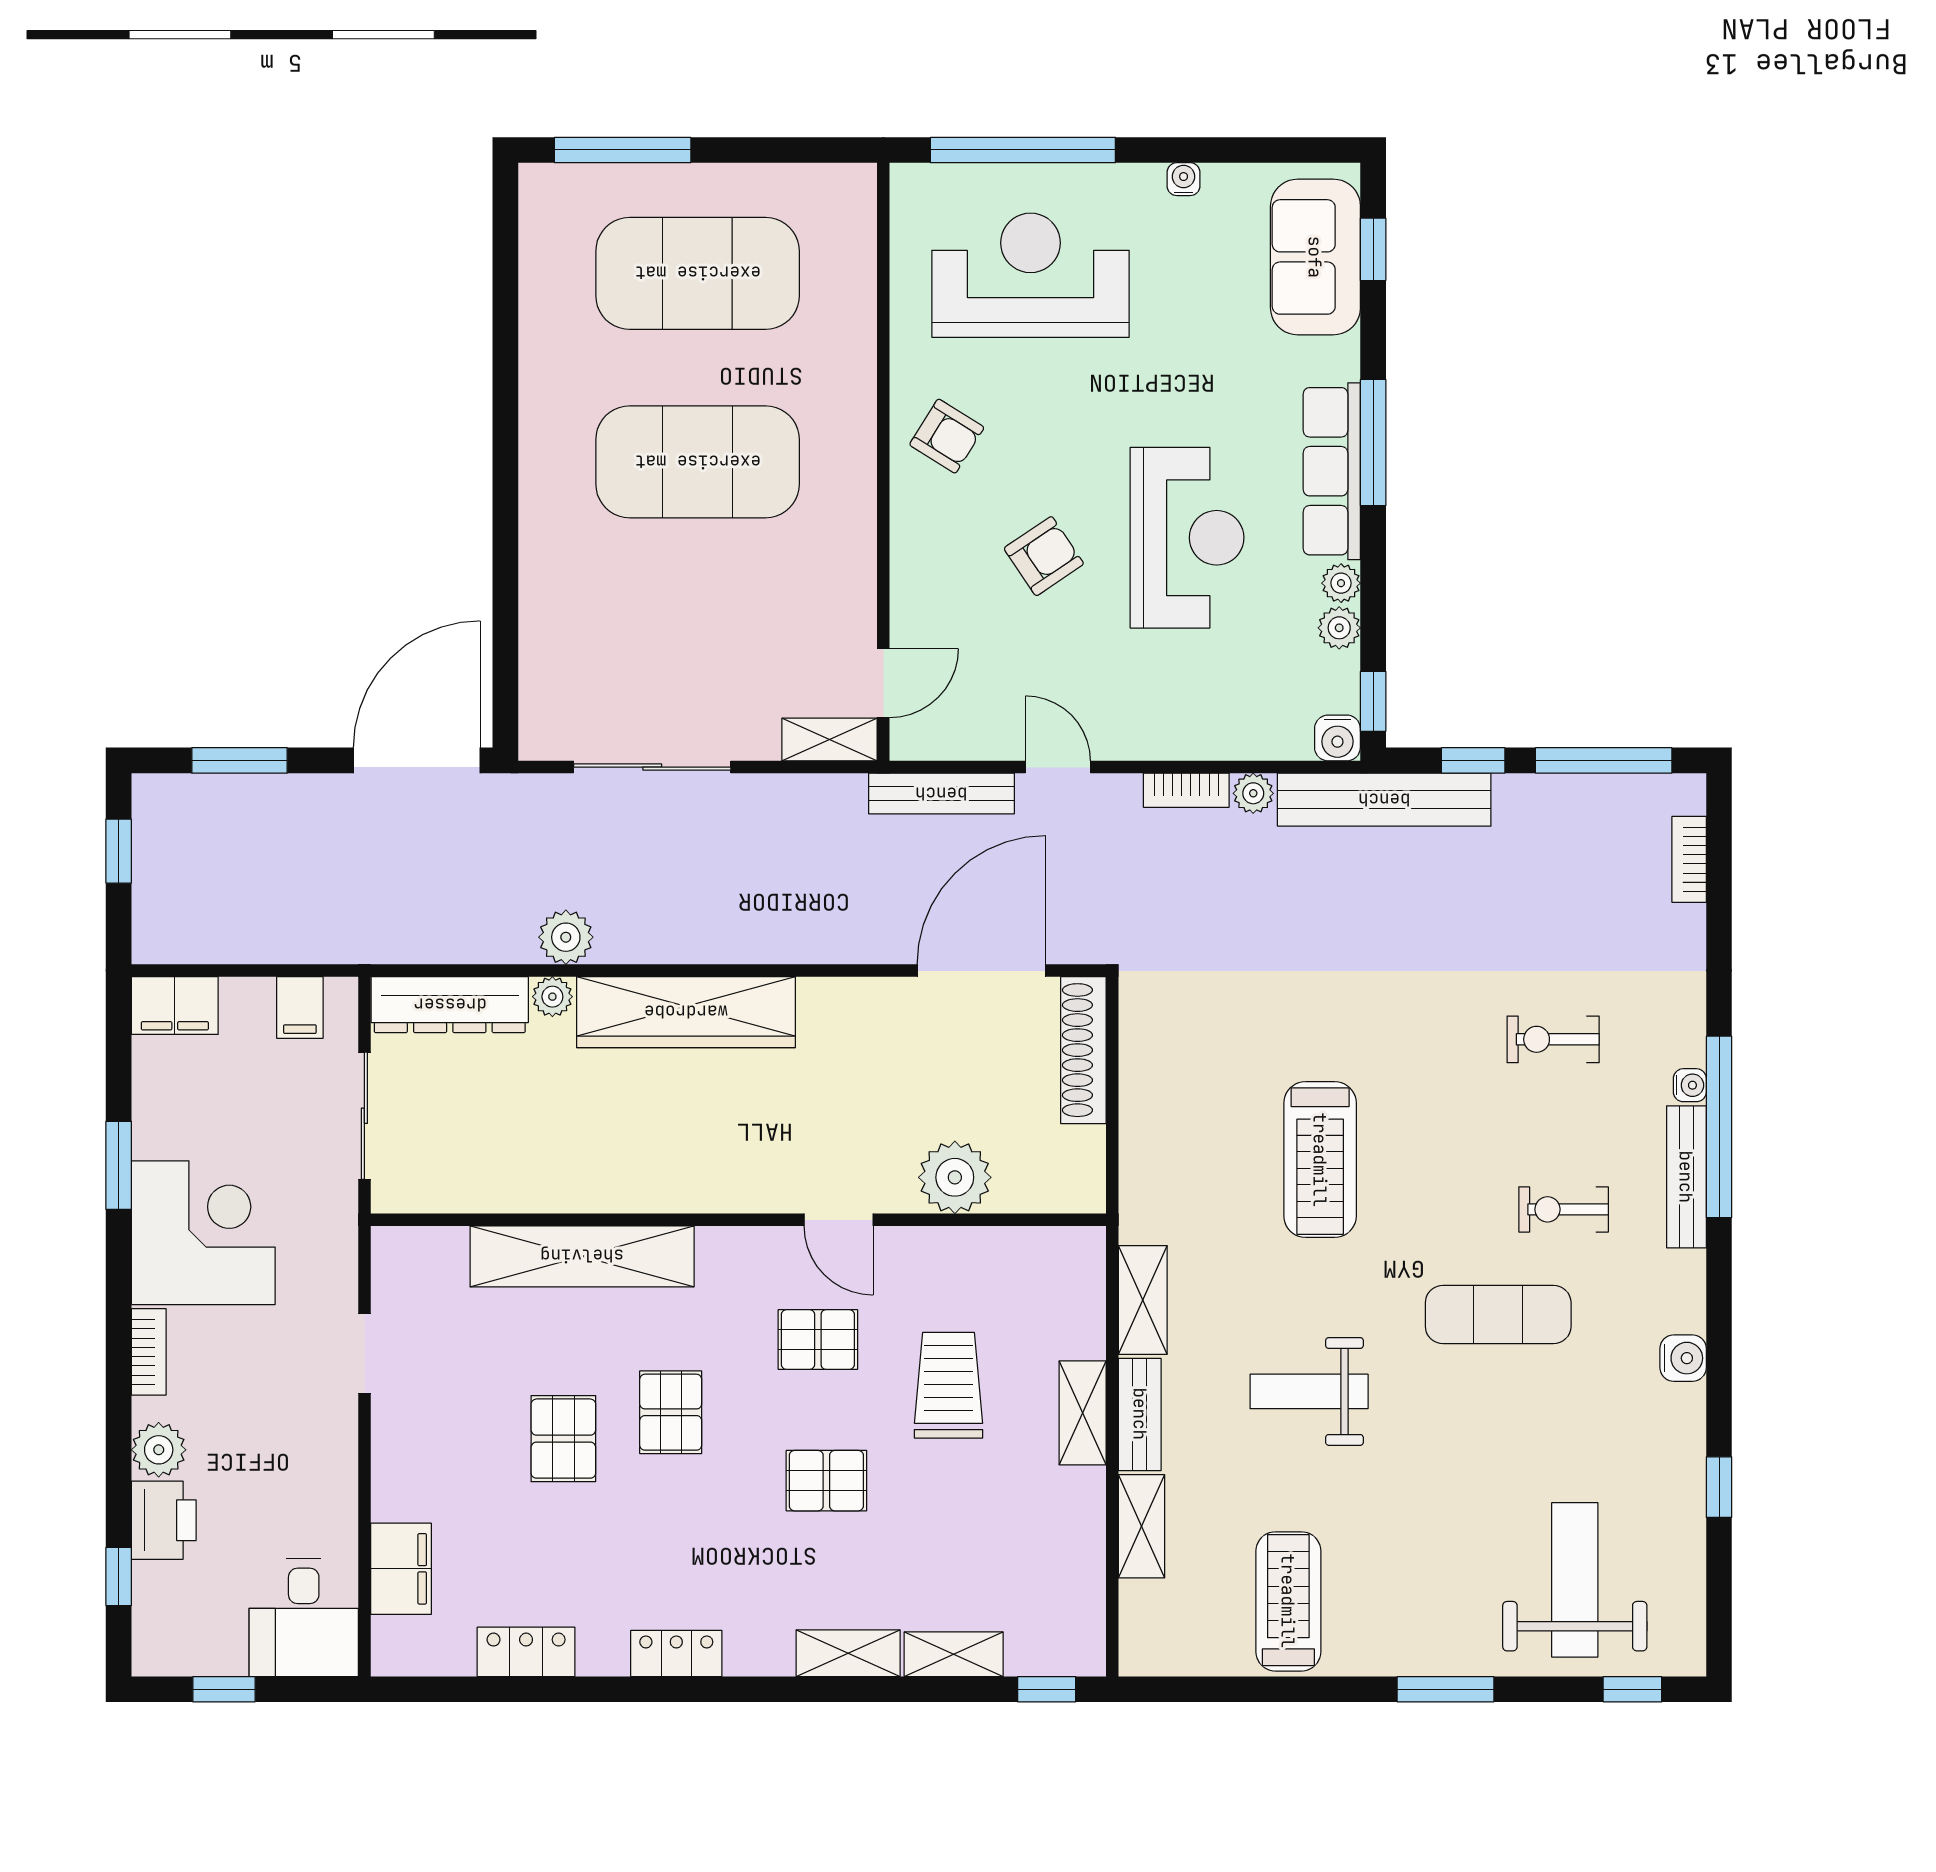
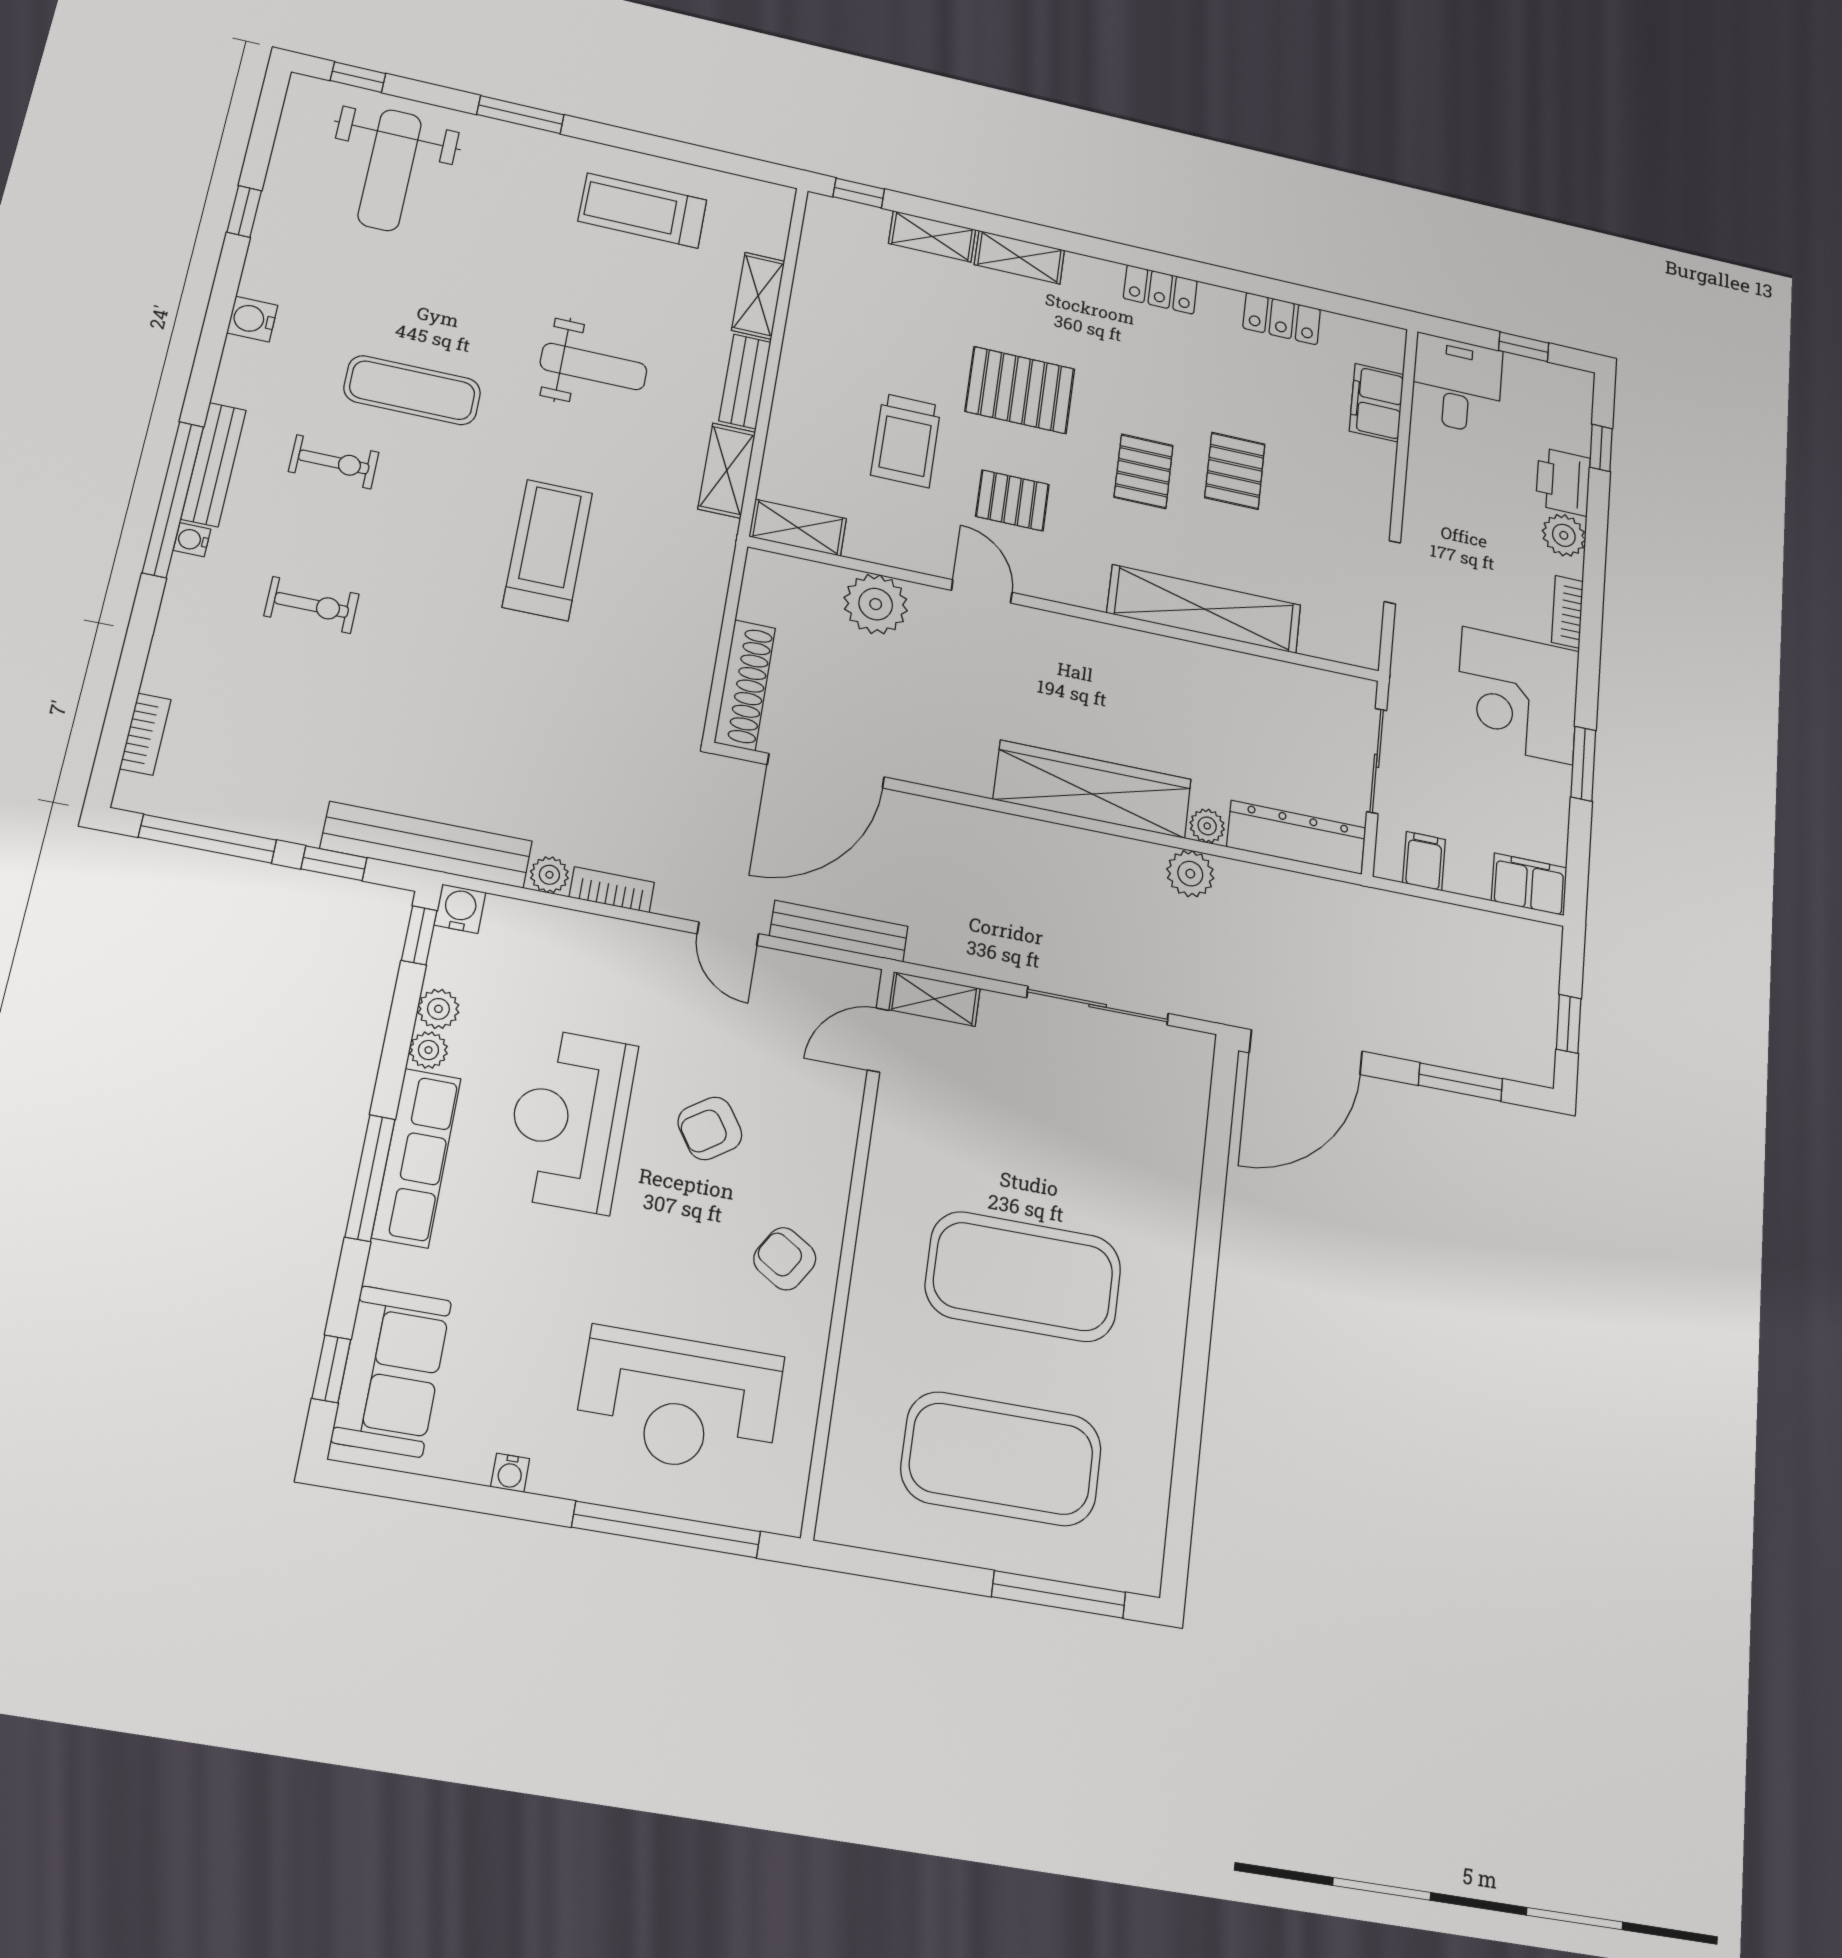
shelving: (1083, 1413) -> (798, 528), moved, turned 90
pallet: (826, 1481) -> (1020, 390), width x1.50, depth x1.42
treadmill: (1288, 1601) -> (643, 211), turned 90

